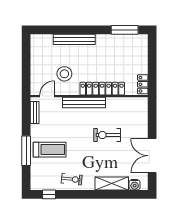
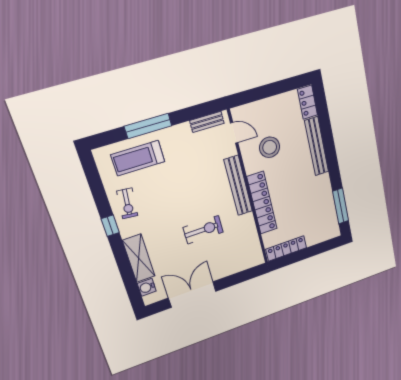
locker: (42, 40) -> (308, 102), added
locker: (143, 84) -> (286, 249), width x1.53
exercise bike: (107, 135) -> (203, 230), turned 90
treadmill: (50, 150) -> (138, 158), moved, turned 90
window: (49, 194) -> (110, 226), moved

